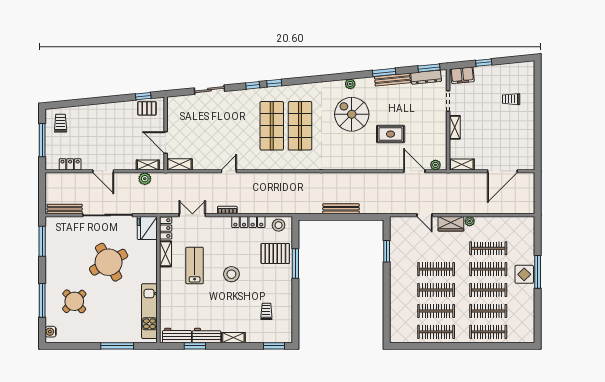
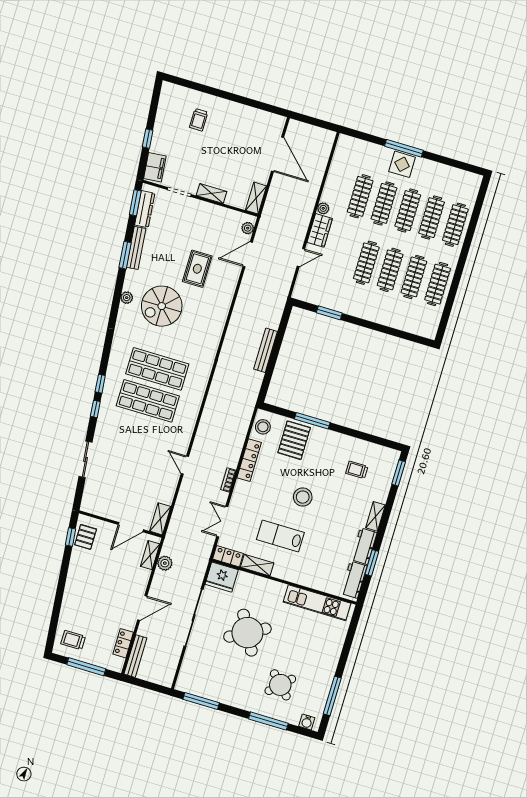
bench: (65, 209) -> (135, 656), moved
window: (117, 346) -> (332, 696), moved

